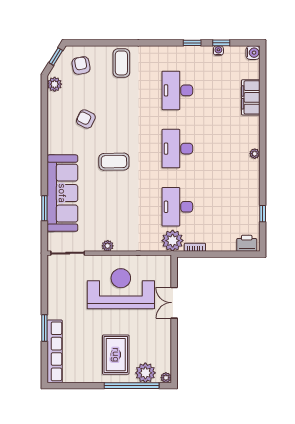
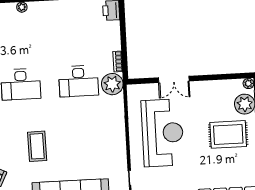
plant: (108, 246) -> (121, 148), removed
reception desk: (121, 289) -> (163, 133), turned 180

